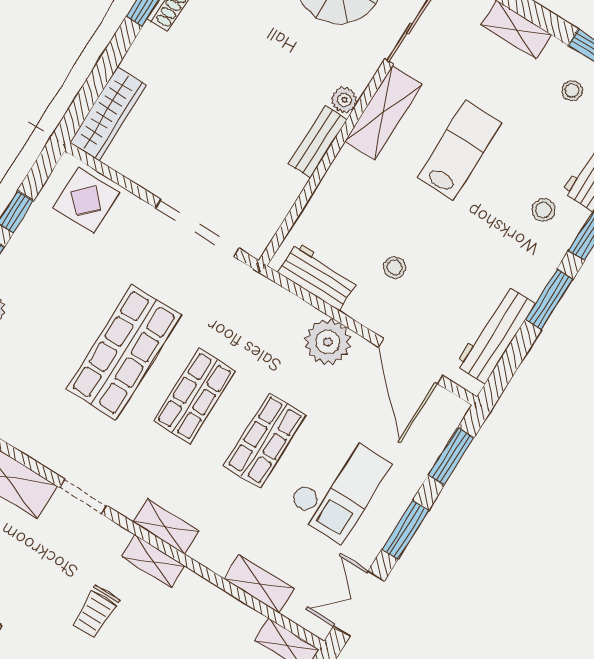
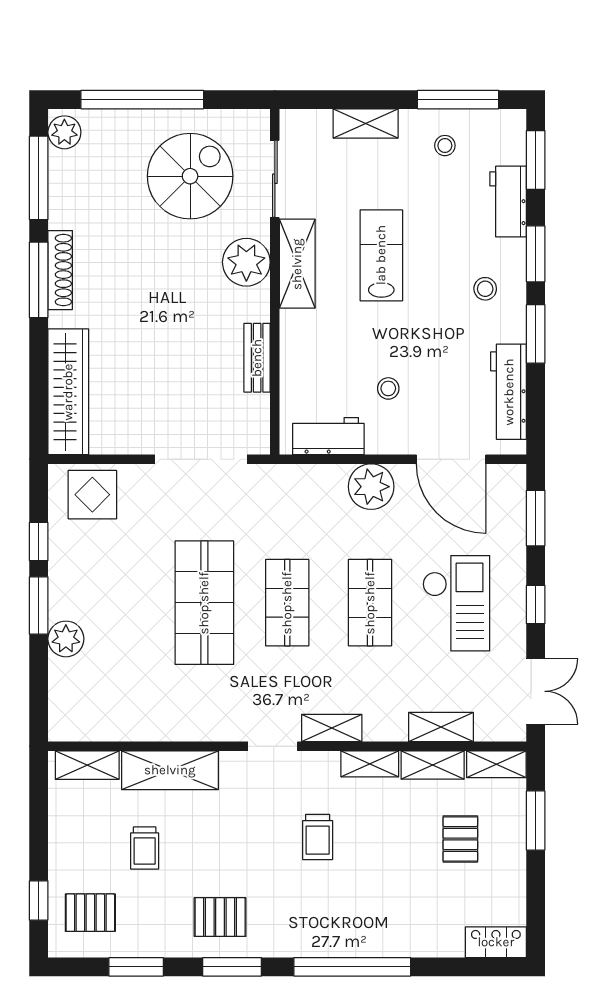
plant: (344, 100) -> (246, 262), width x1.88, depth x1.88
wardrobe: (108, 114) -> (68, 392), width x1.40, depth x1.17
bench: (318, 142) -> (257, 358), moved
stool: (544, 210) -> (485, 289), moved
doorway: (83, 497) -> (273, 746), moved
window: (405, 530) -> (536, 604), width x0.67
shelving: (153, 561) -> (370, 764), moved
double door: (359, 604) -> (536, 691), swing flipped
shelving: (232, 612) -> (433, 765), added

